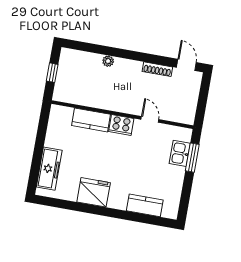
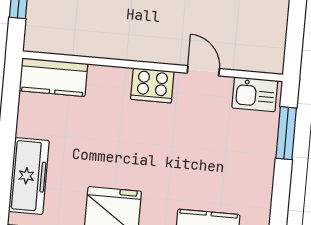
kitchen counter: (91, 120) -> (53, 77), moved
kitchen sink: (180, 153) -> (255, 94), moved, turned -90

